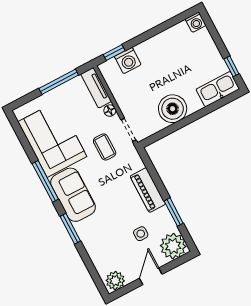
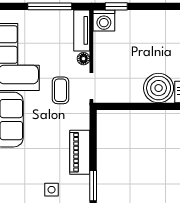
washing machine: (128, 60) -> (104, 20), moved
boiler: (173, 109) -> (159, 88), moved

